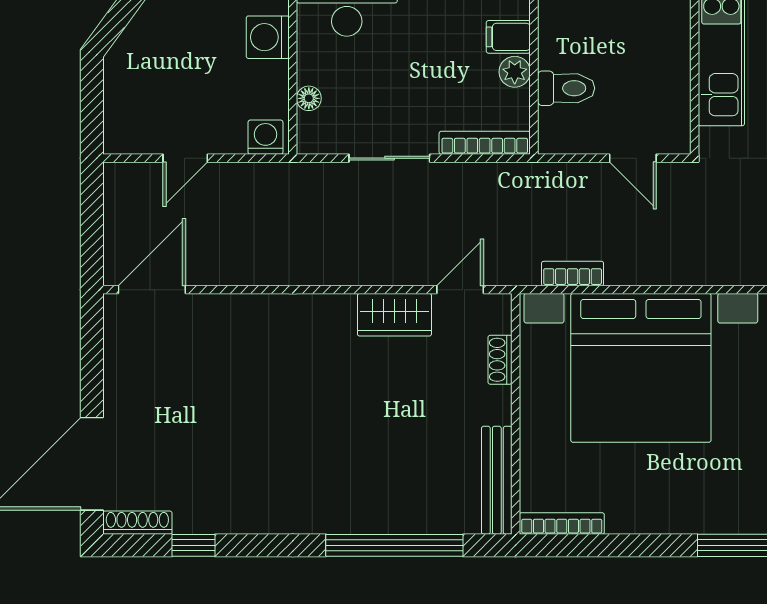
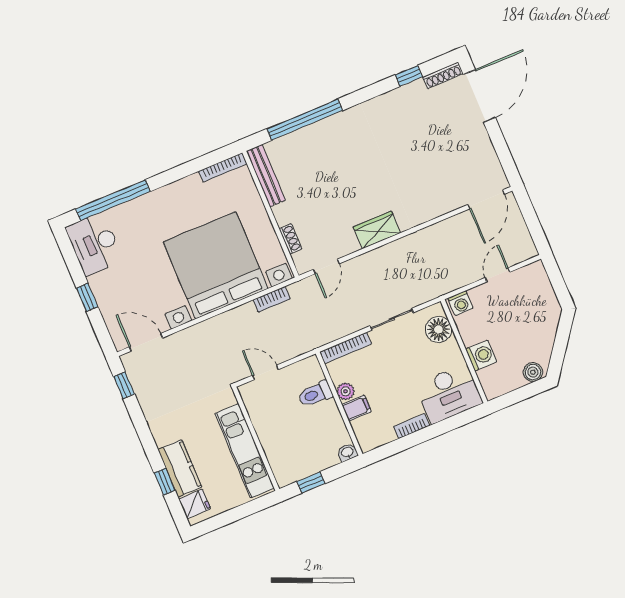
floor lamp: (309, 98) -> (438, 329), width x1.89, depth x1.89
wardrobe: (394, 315) -> (377, 230), moved

